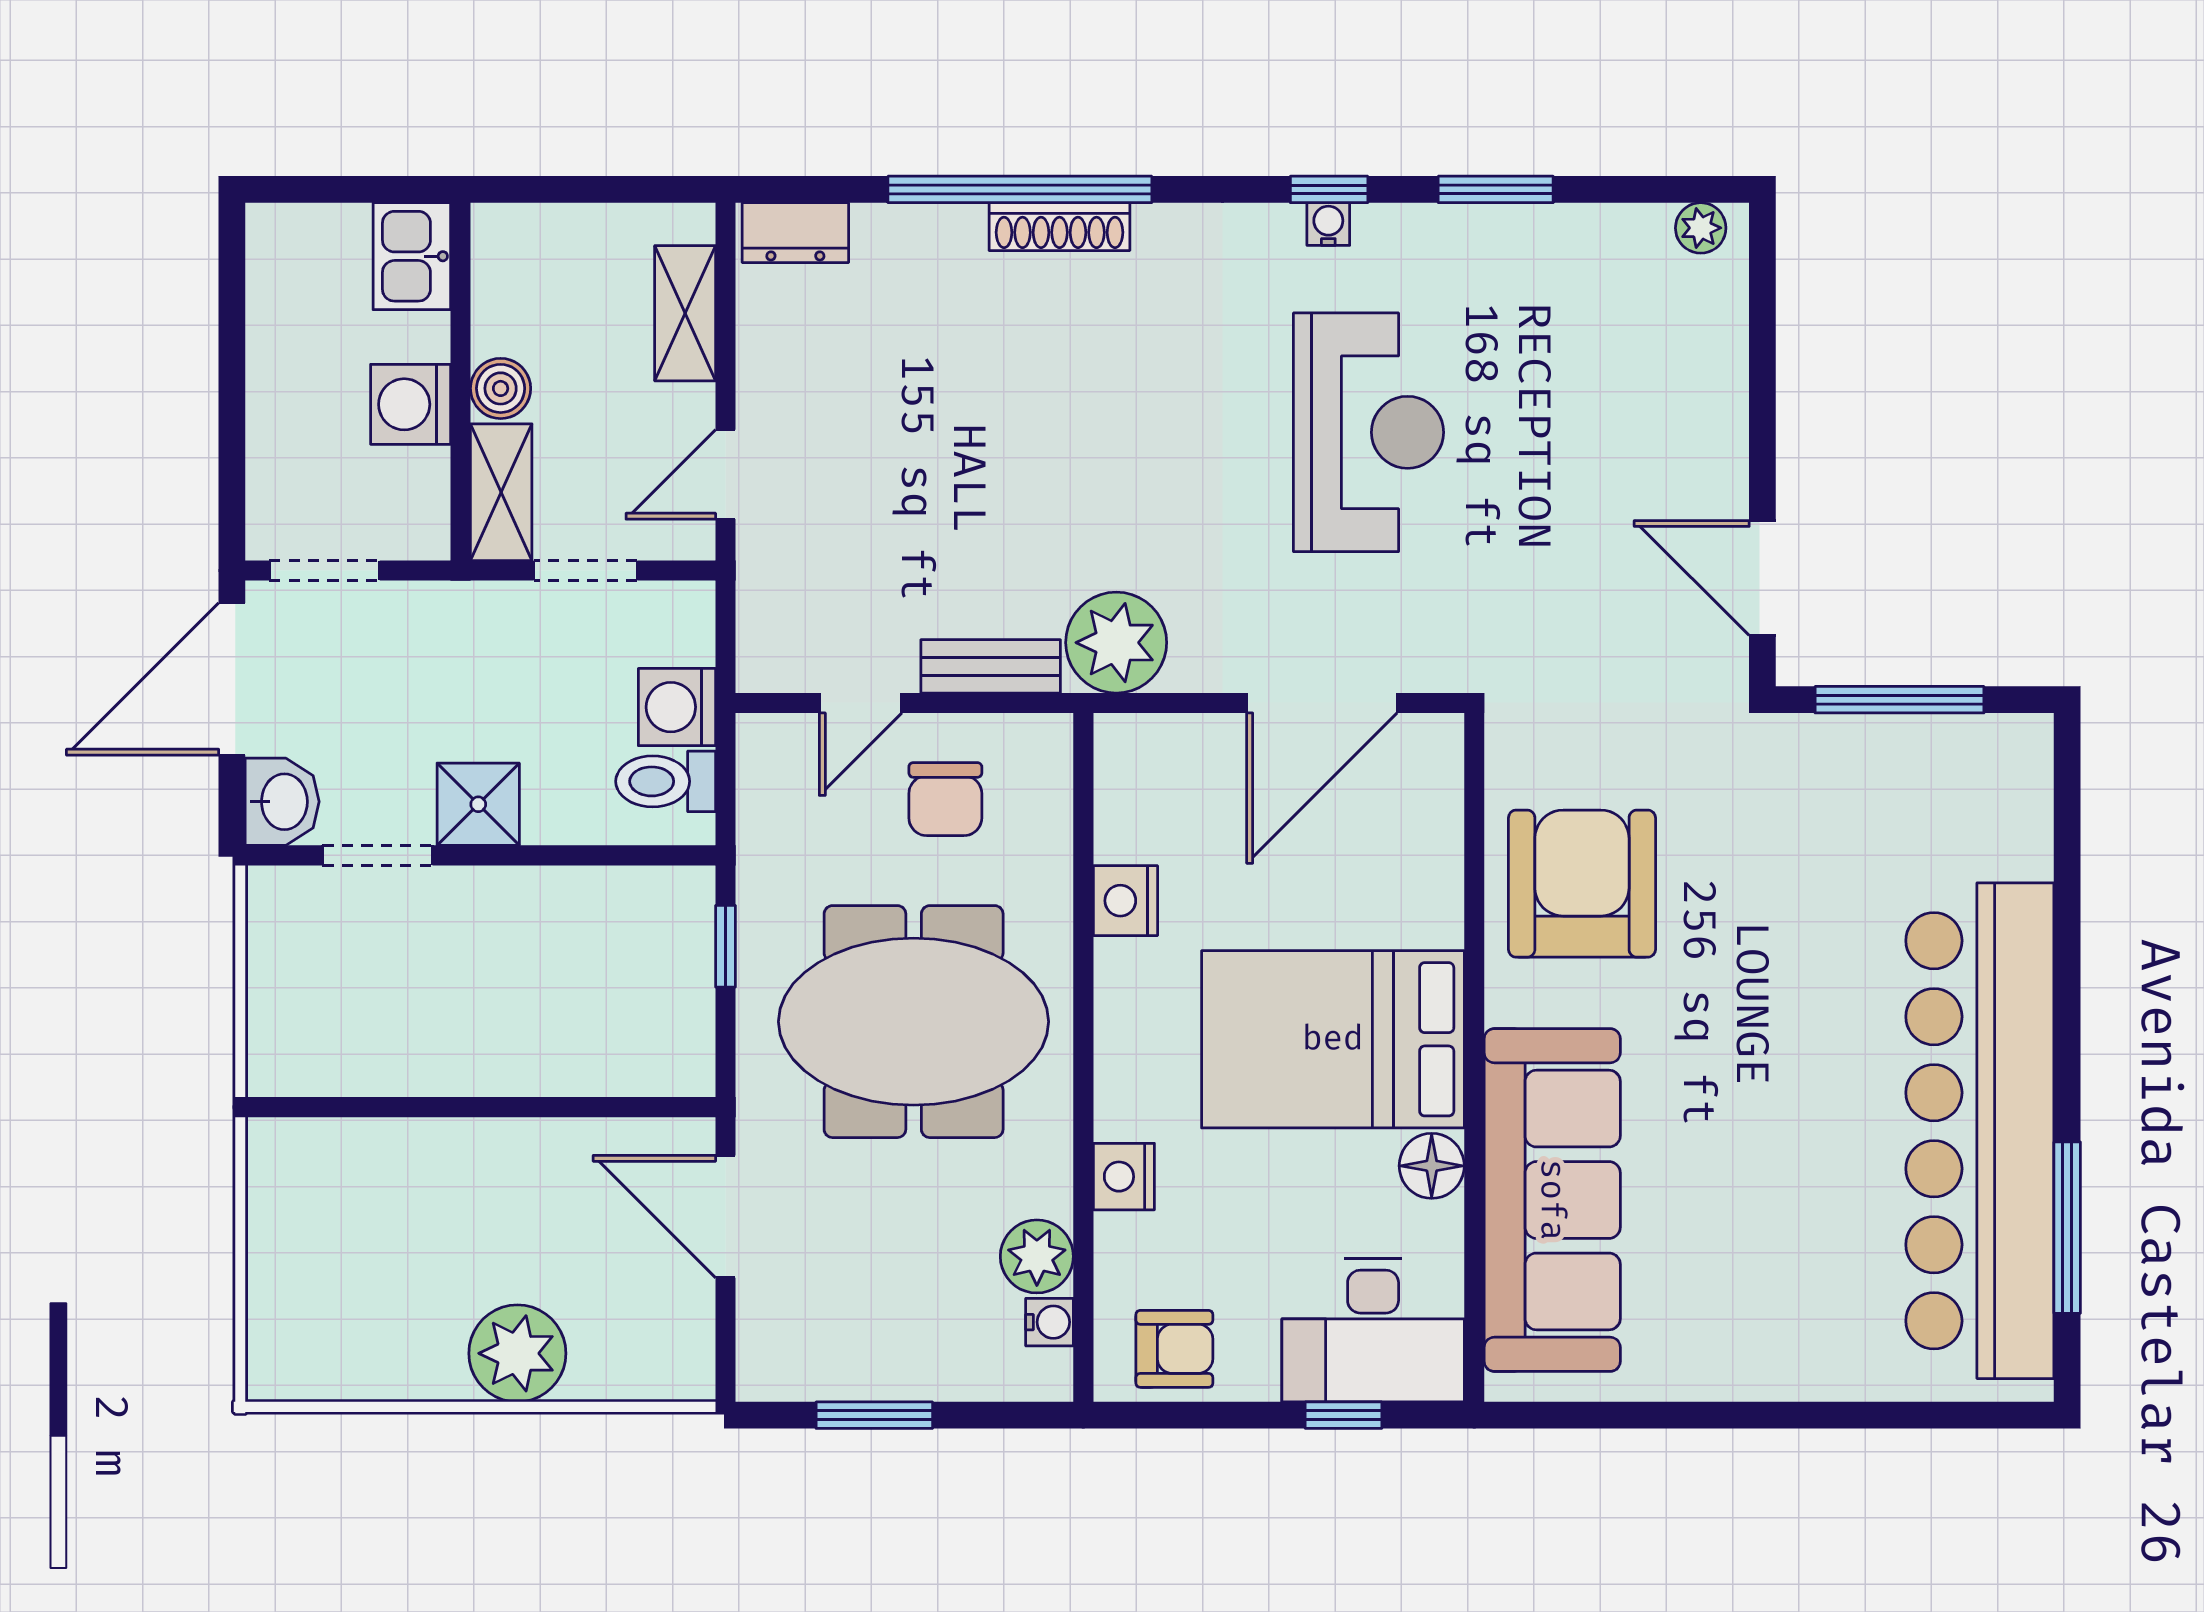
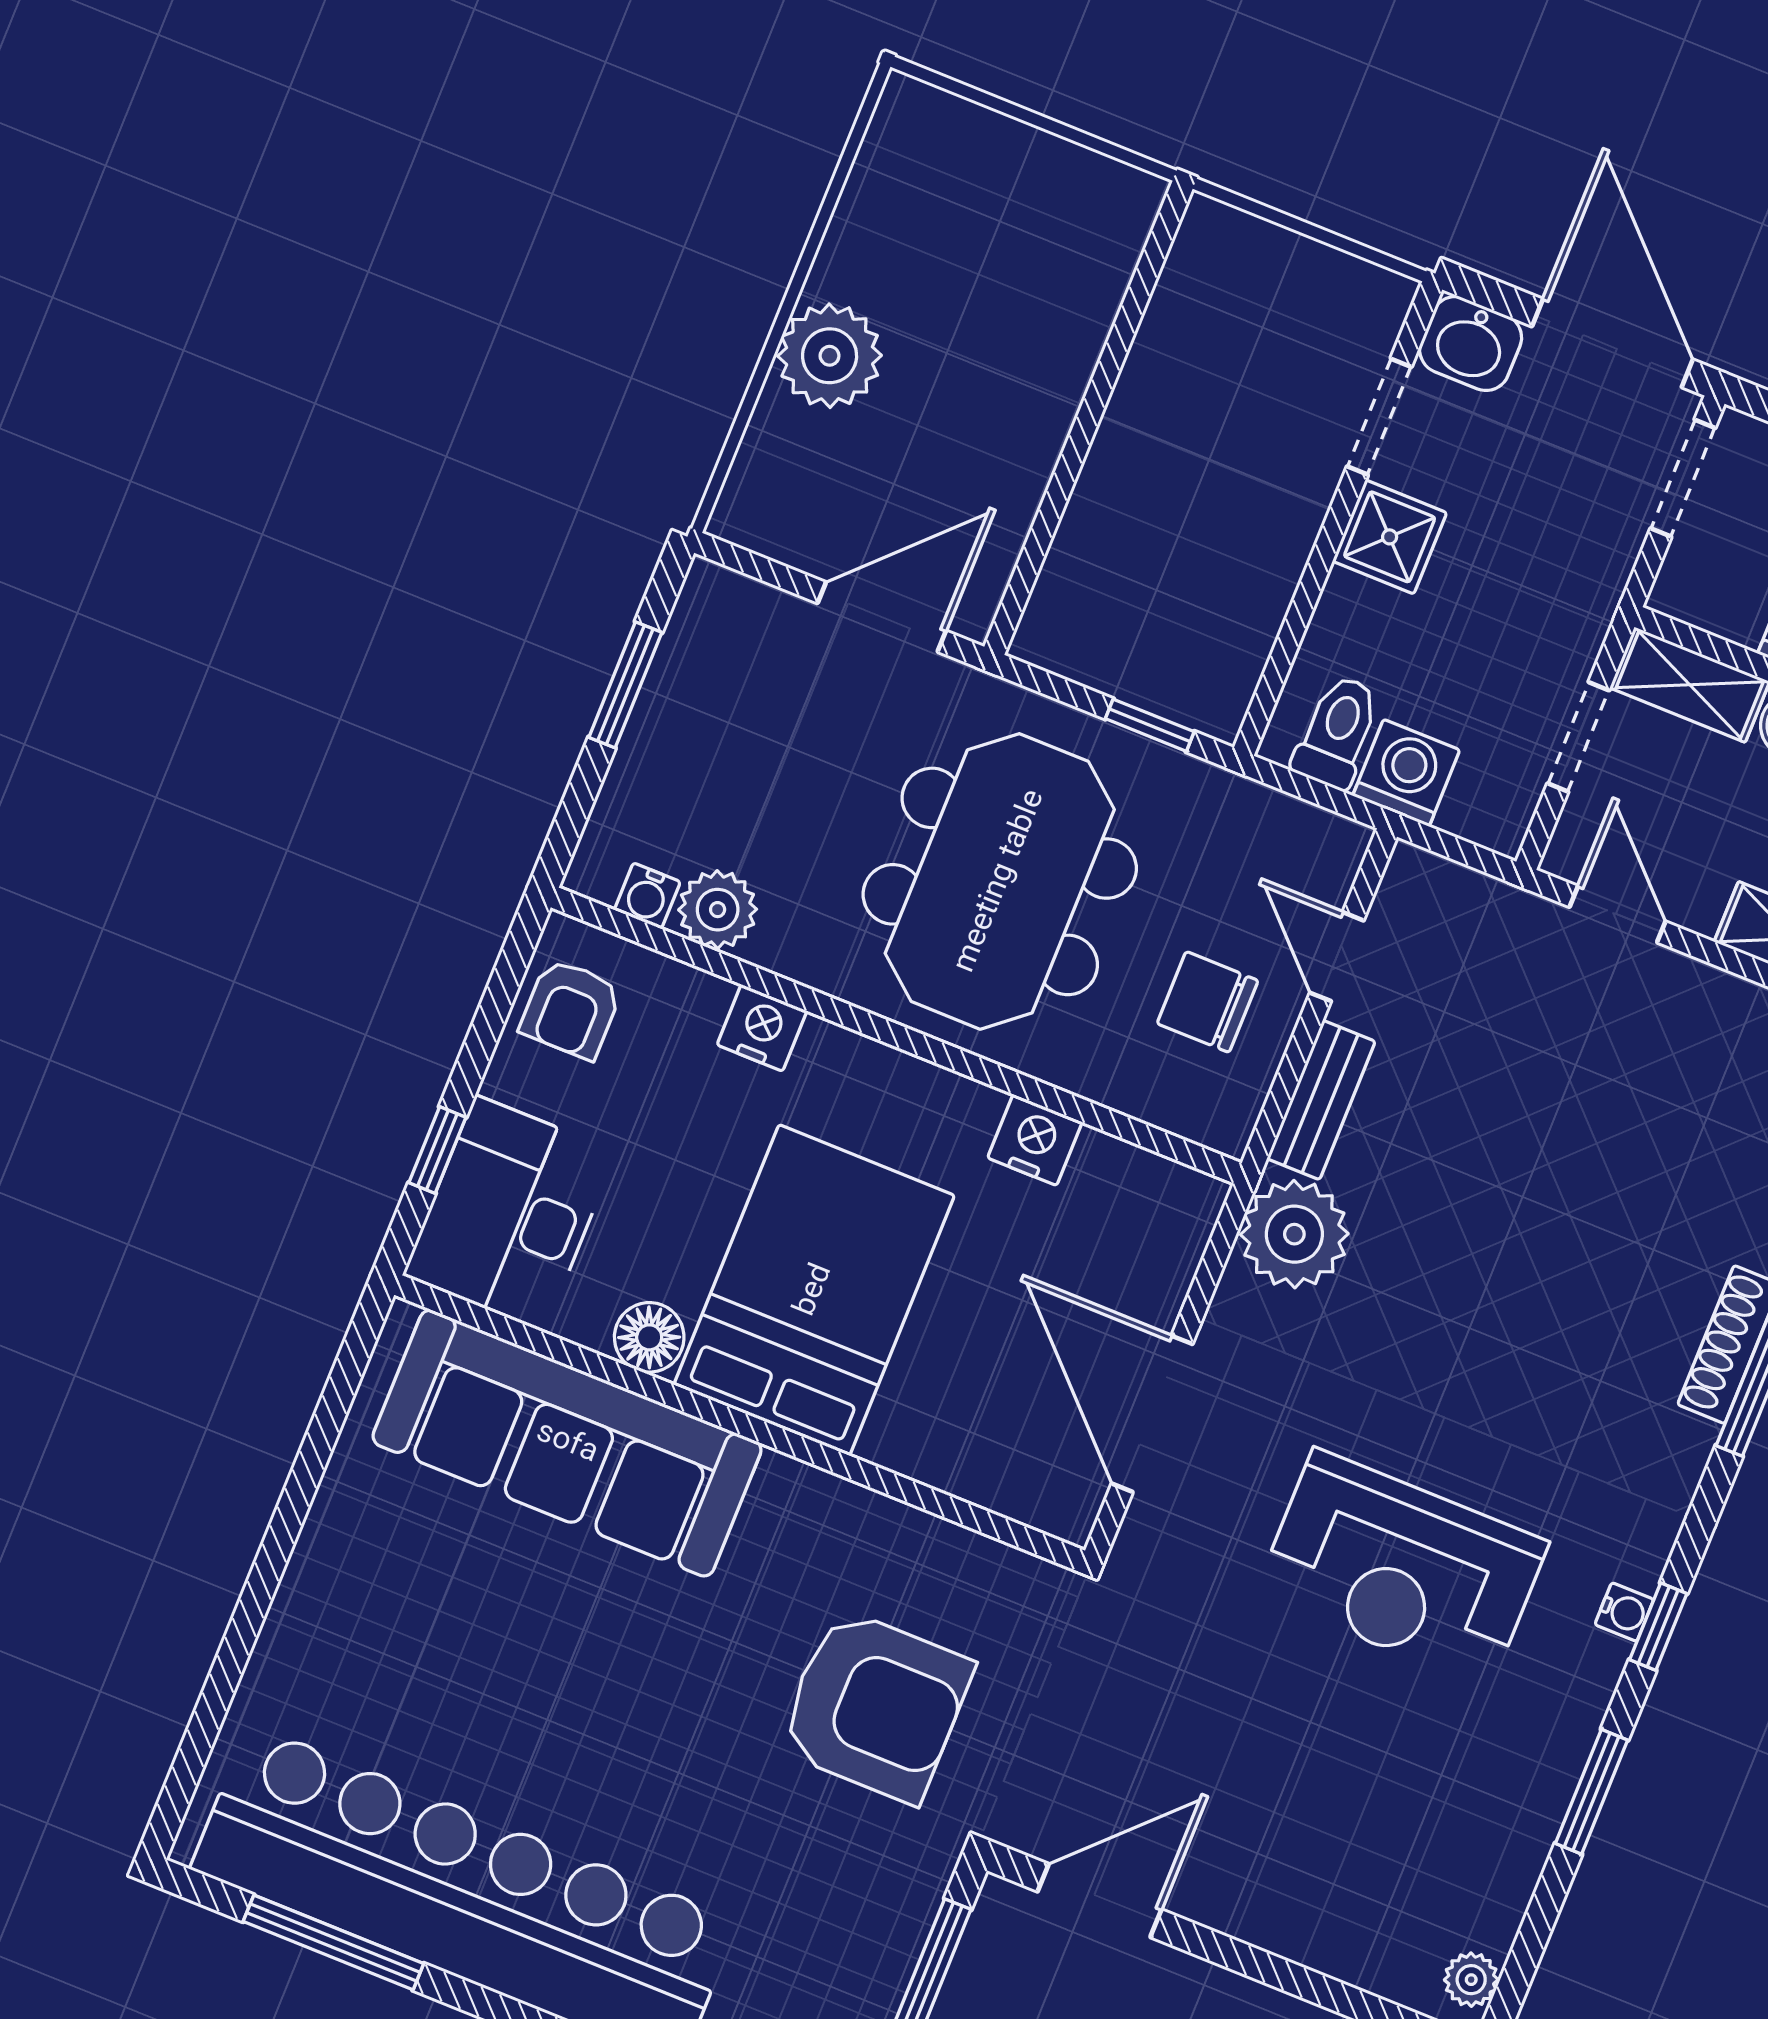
armchair: (1582, 884) -> (875, 1706), moved

